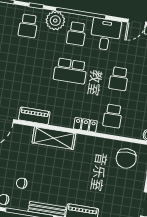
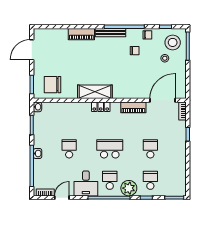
school desk: (113, 116) -> (150, 149), moved
locker: (85, 125) -> (101, 107), moved
shelving: (54, 138) -> (95, 92), moved
chair: (126, 158) -> (52, 85), turned -90

